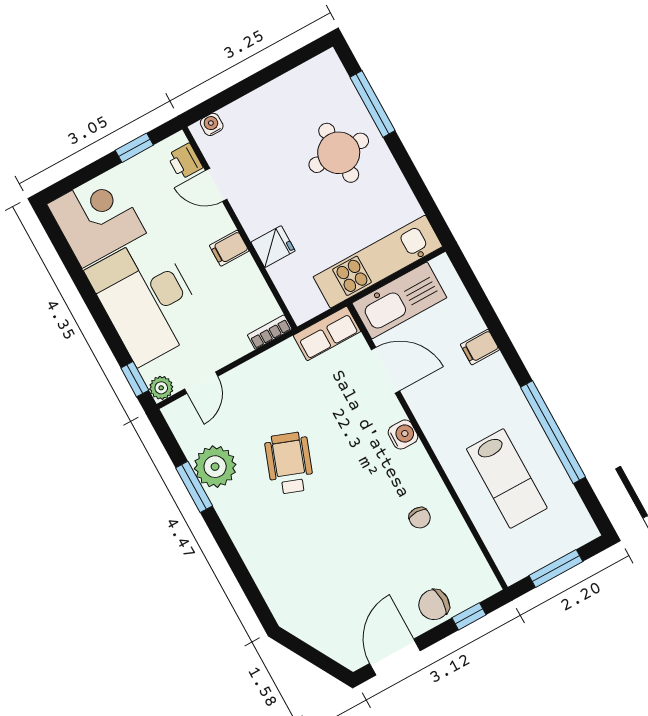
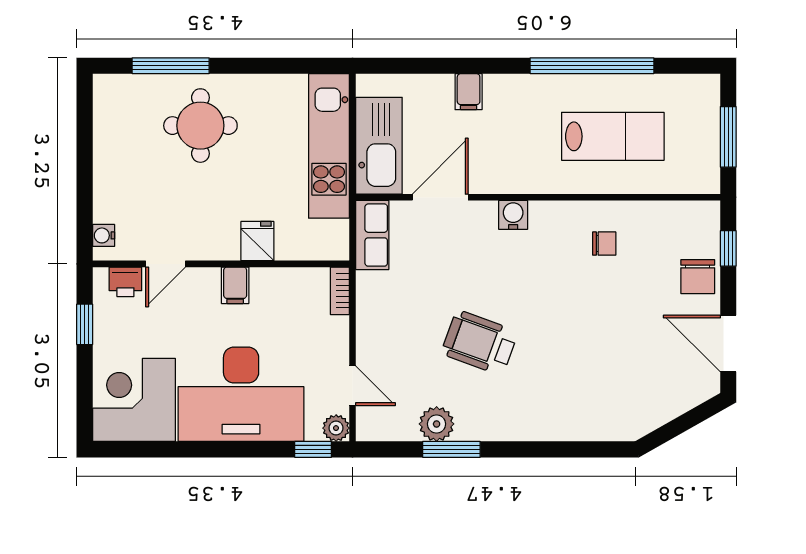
plant: (215, 467) -> (437, 424), width x0.73, depth x0.73

